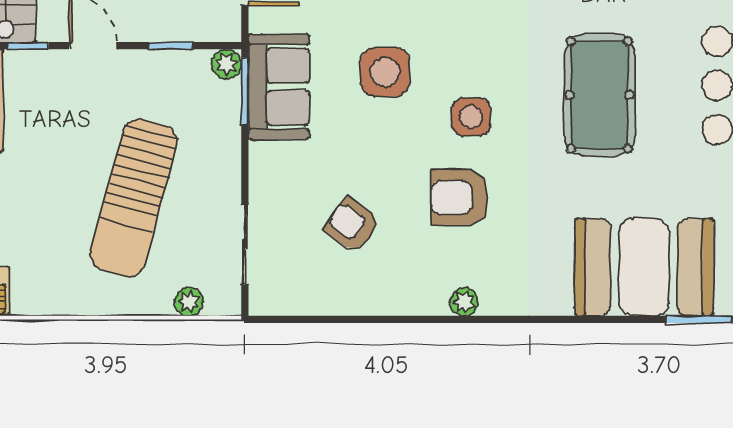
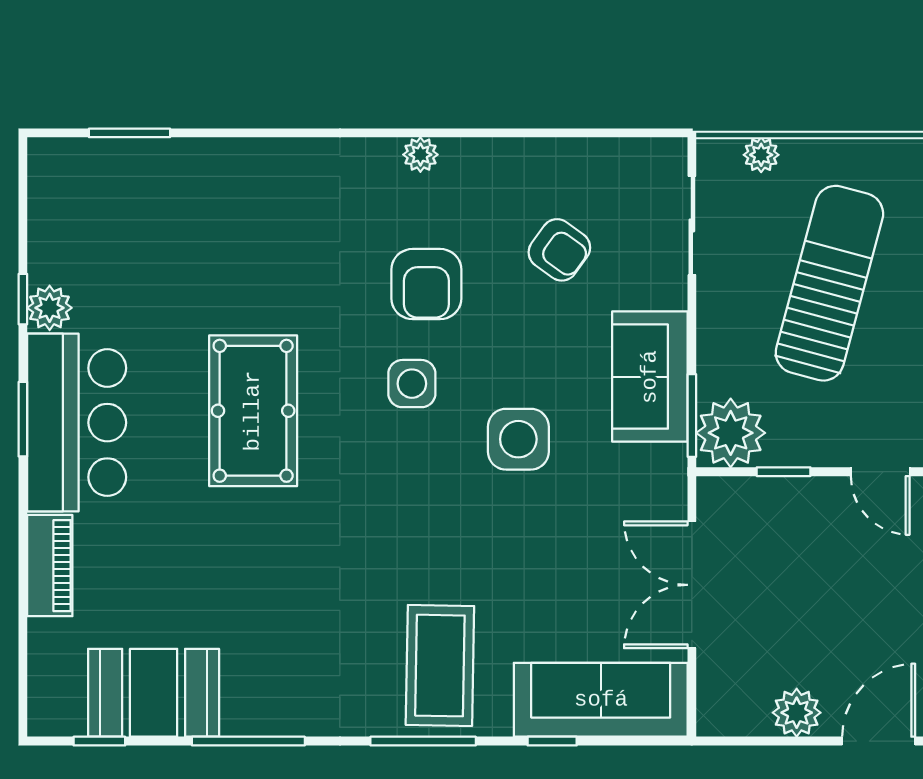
plant: (227, 64) -> (731, 433), width x1.88, depth x1.88
sofa: (279, 87) -> (650, 377), moved
armchair: (459, 197) -> (426, 284), turned 90
booth: (644, 267) -> (198, 197), removed

